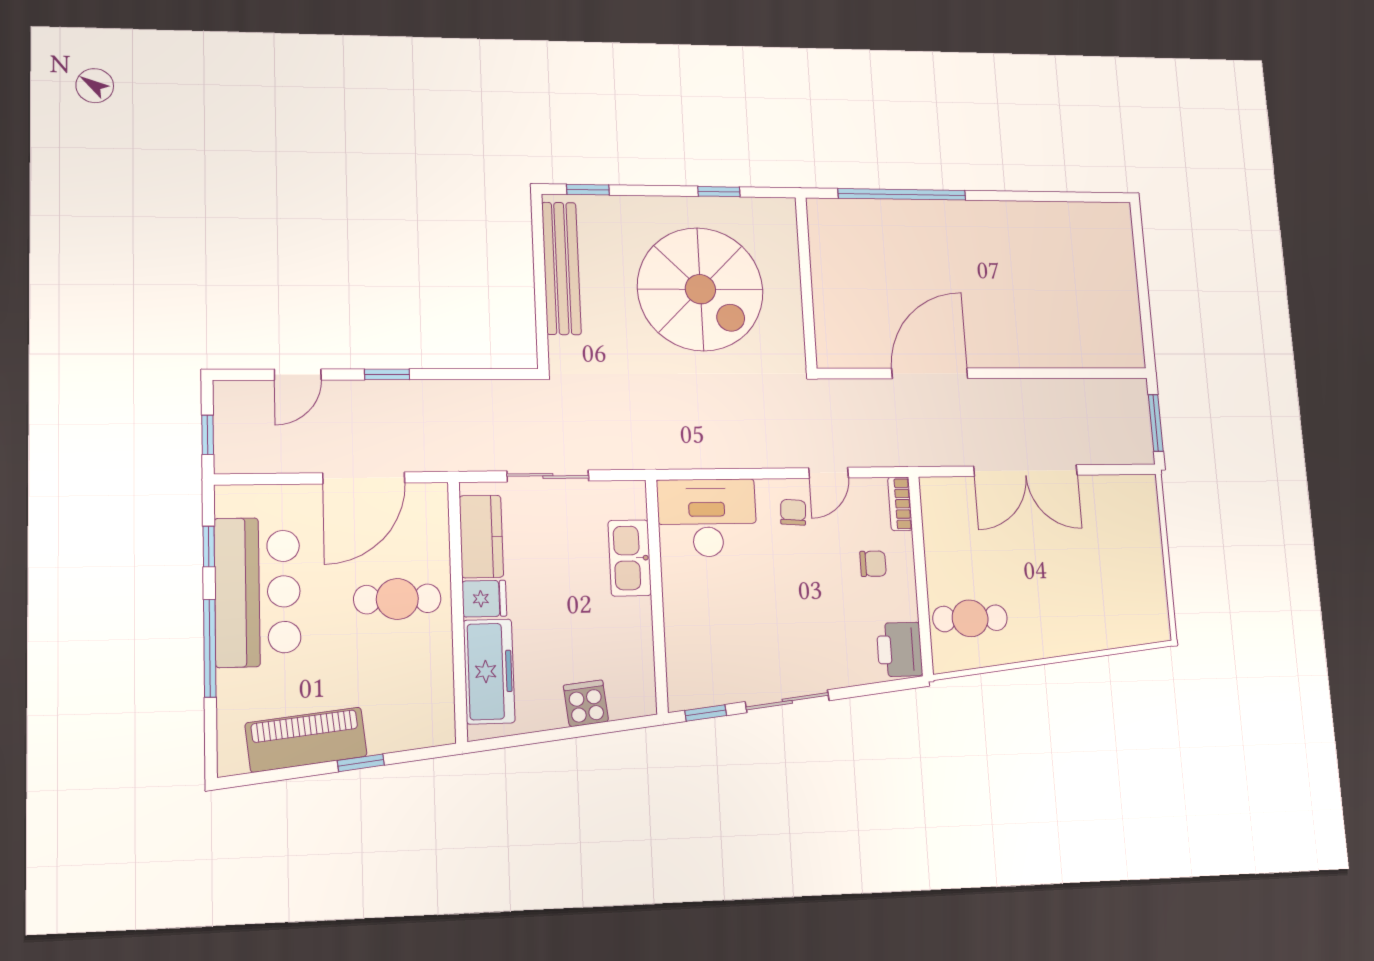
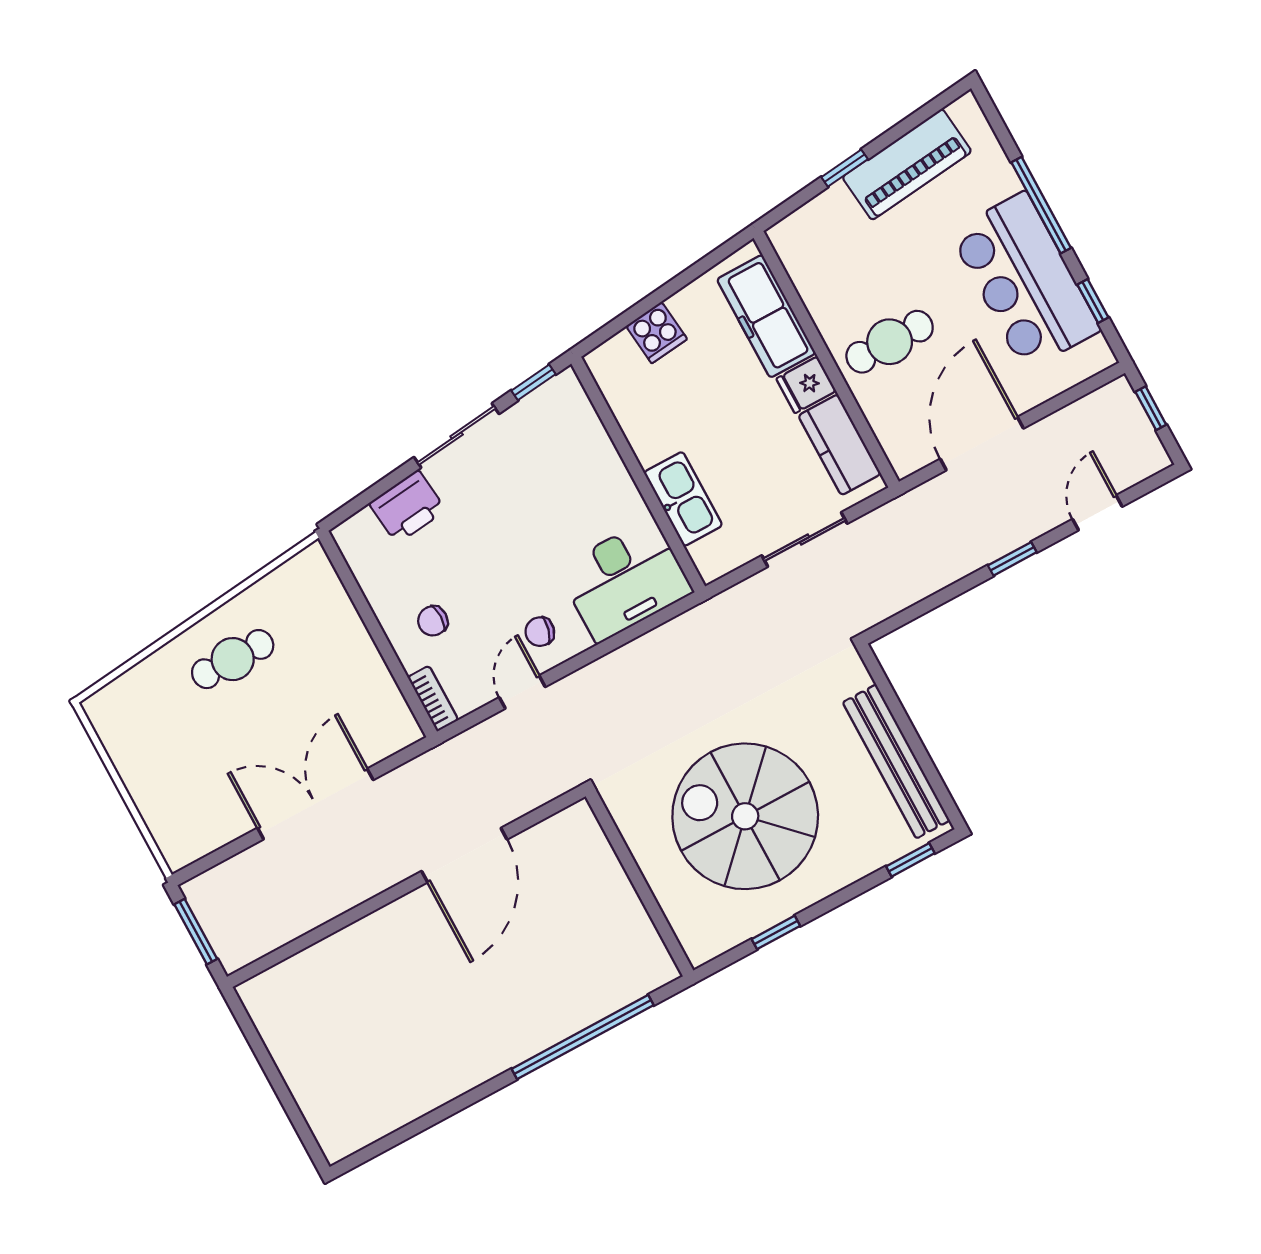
chair: (793, 512) -> (540, 632), turned 101
cafe table: (970, 618) -> (233, 659), moved
printer: (900, 649) -> (407, 507), moved, turned 84

